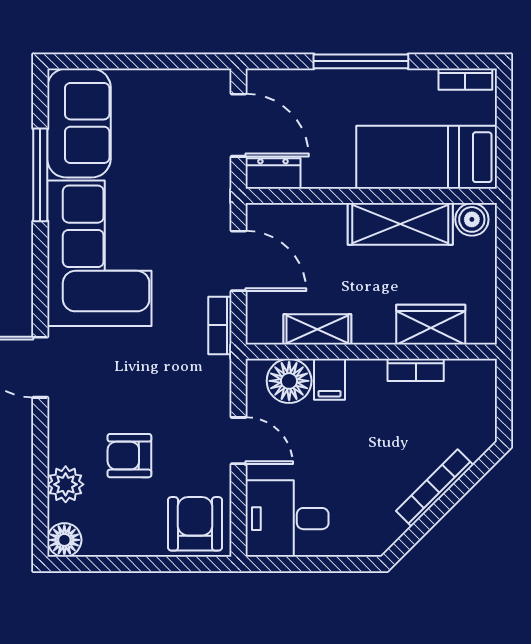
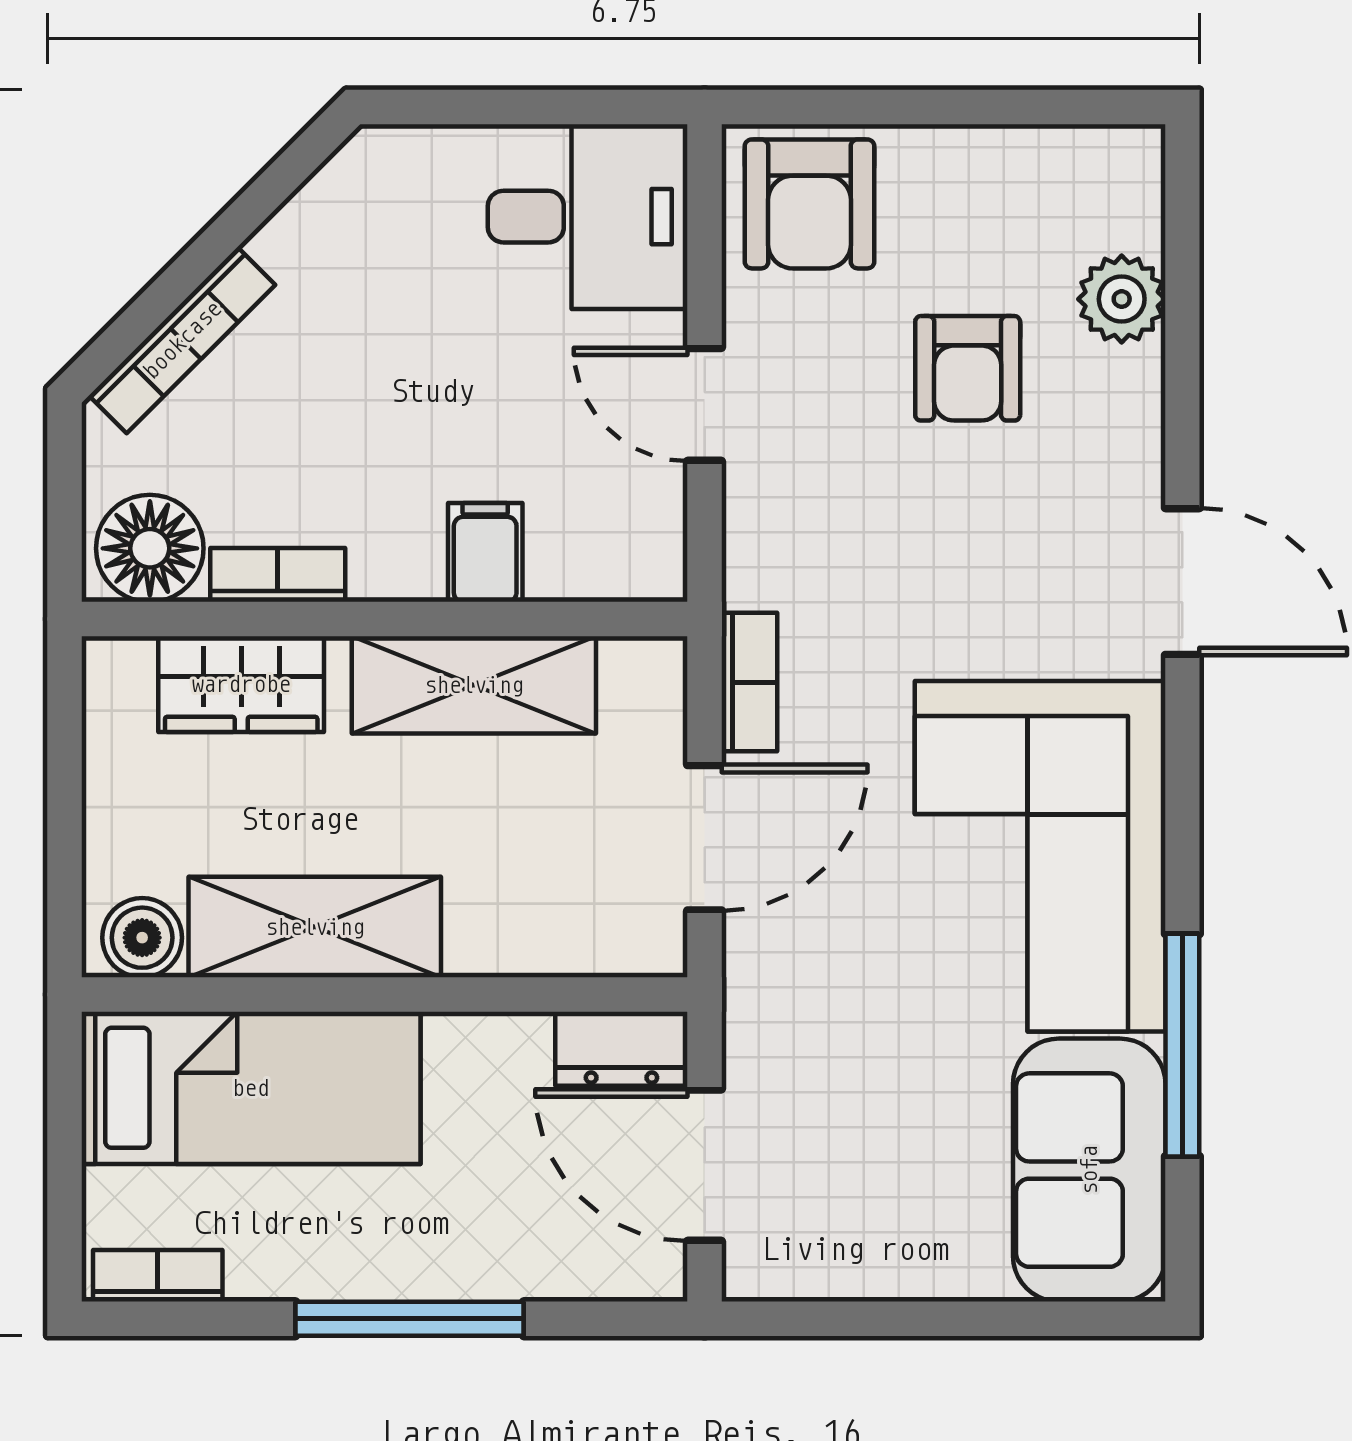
door: (239, 261) -> (705, 838), swing flipped
shelving: (317, 329) -> (474, 685), width x1.50, depth x1.33
floor lamp: (289, 381) -> (150, 548), moved
armchair: (129, 456) -> (968, 368), turned 90
bookcase: (435, 488) -> (182, 340), moved
floor lamp: (64, 540) -> (1124, 165), removed

